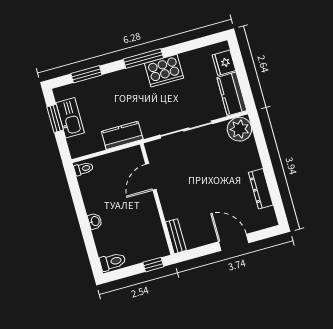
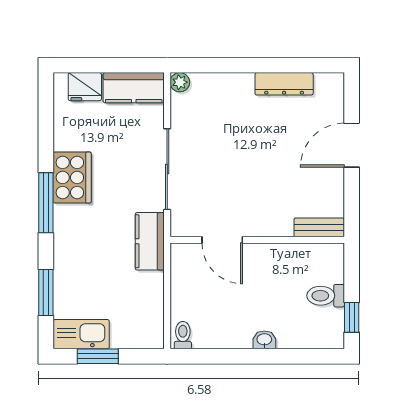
kitchen sink: (70, 118) -> (81, 334), moved
plant: (239, 129) -> (180, 82), width x0.53, depth x0.53
kitchen counter: (122, 135) -> (150, 241), moved
toilet: (113, 262) -> (326, 296), moved, turned -90
window: (153, 265) -> (352, 317), moved

